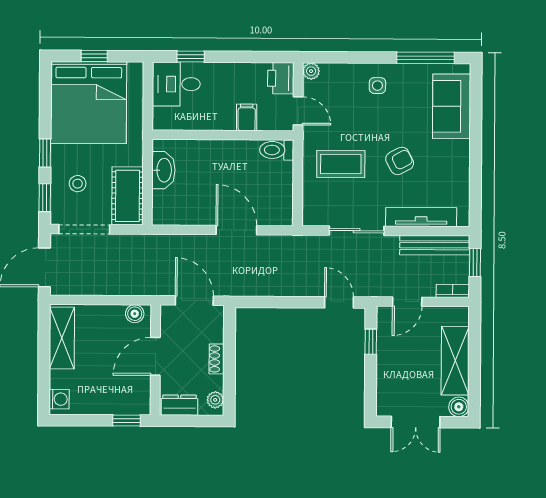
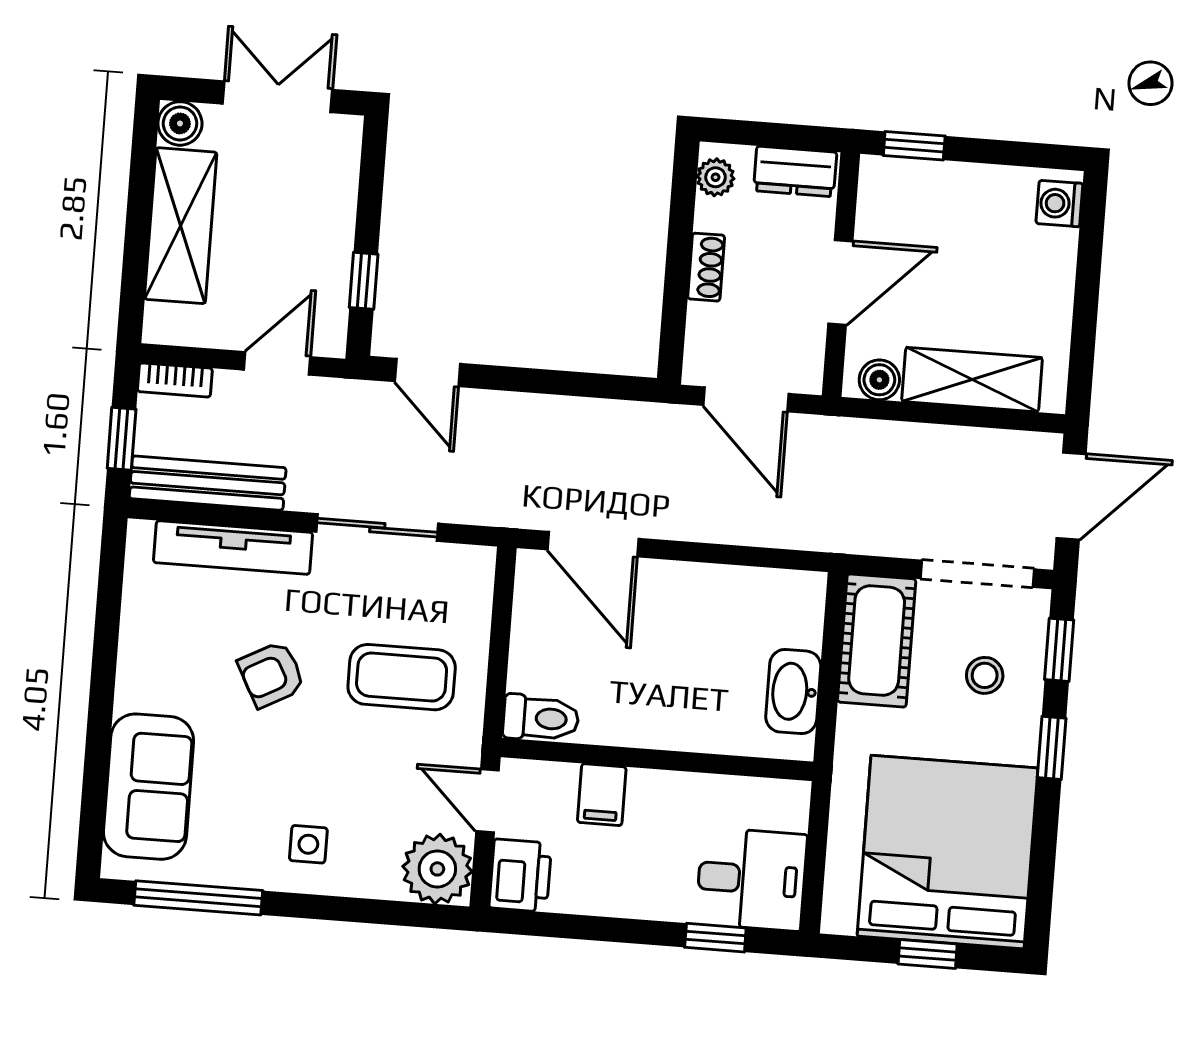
plant: (311, 71) -> (437, 869), width x1.88, depth x1.88
door: (236, 230) -> (593, 544), moved
shelving: (62, 338) -> (972, 380), moved, turned 90

